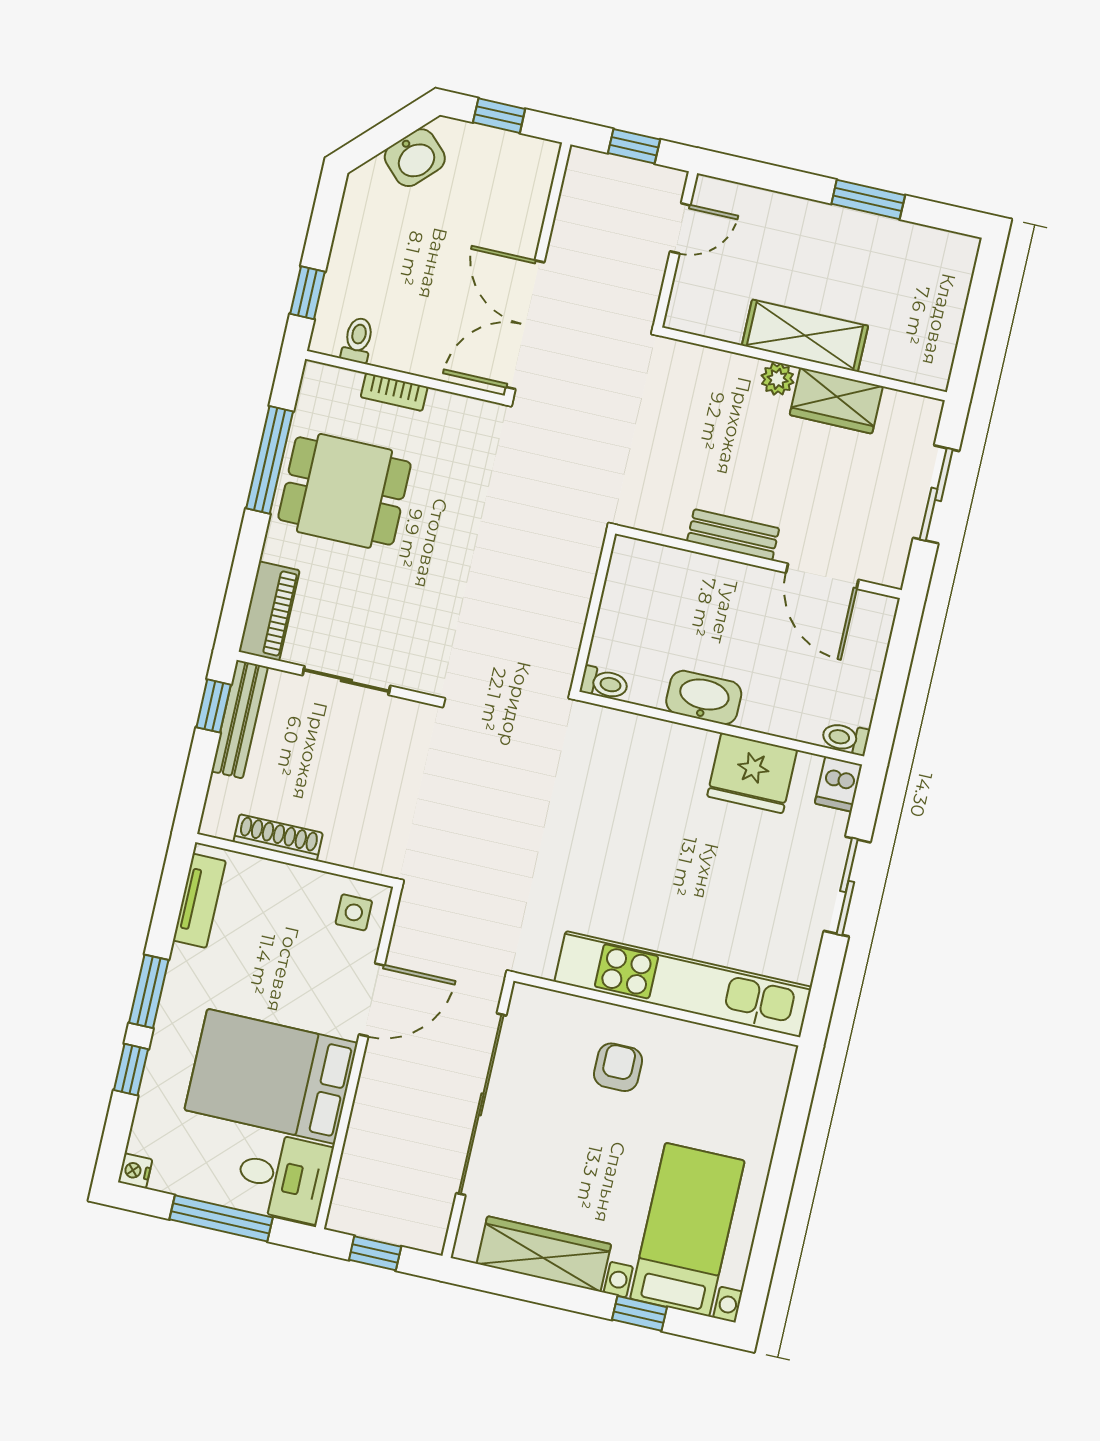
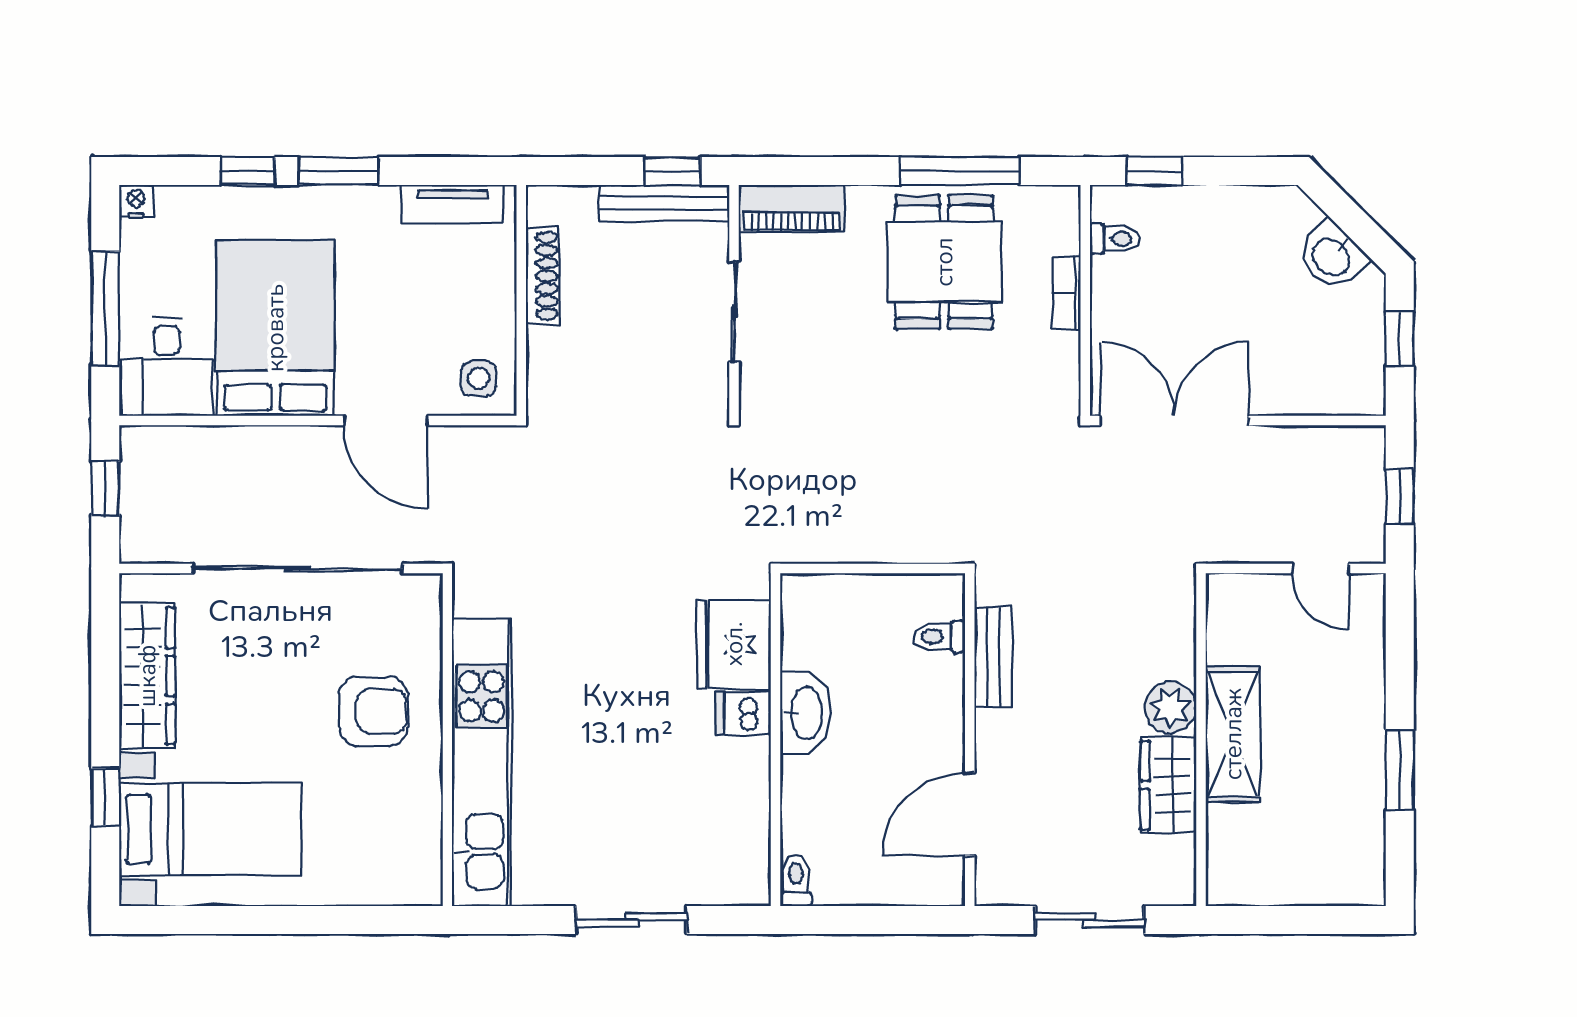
plant: (778, 379) -> (1171, 708), width x1.38, depth x1.38
bench: (733, 535) -> (993, 657), moved
toilet: (604, 683) -> (939, 637), moved, turned 90
fridge: (752, 773) -> (734, 644), moved
dishwasher: (839, 784) -> (743, 714), moved
armchair: (618, 1067) -> (373, 711), width x1.38, depth x1.38

